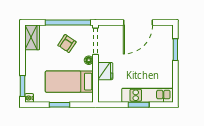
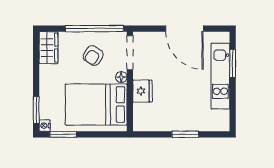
door: (138, 23) -> (184, 29), hinge flipped
bed: (69, 82) -> (96, 105), width x1.50
kitchen unit: (147, 95) -> (220, 76), moved, turned -90
window: (60, 105) -> (63, 134), moved

